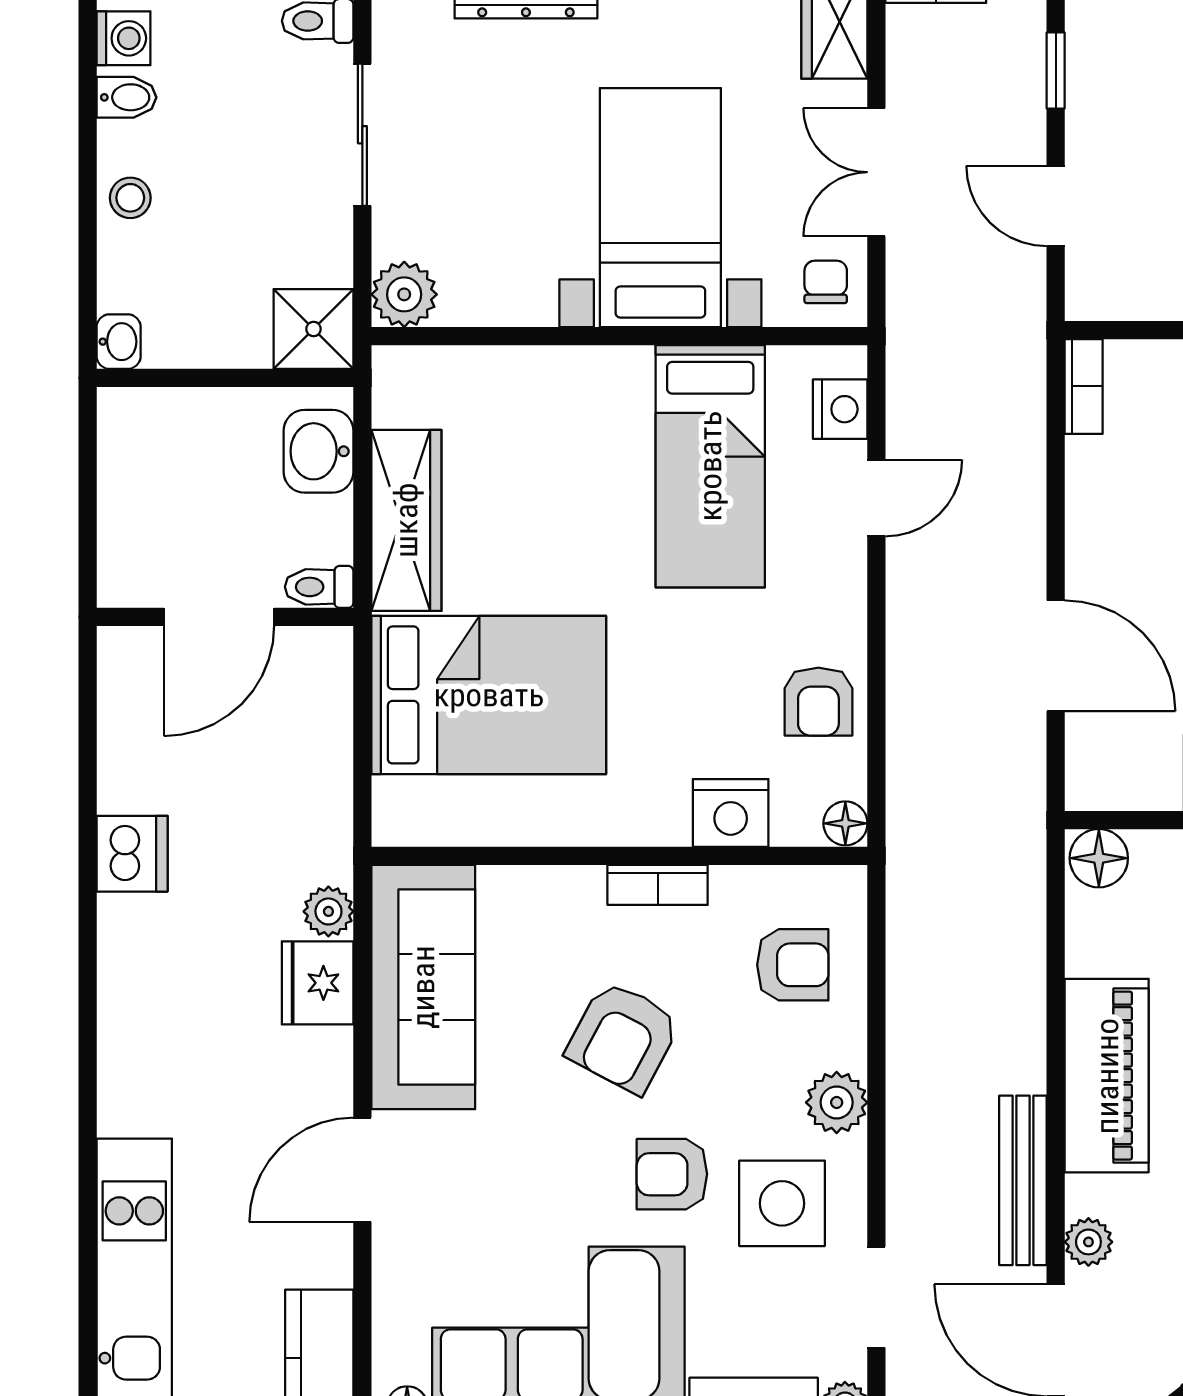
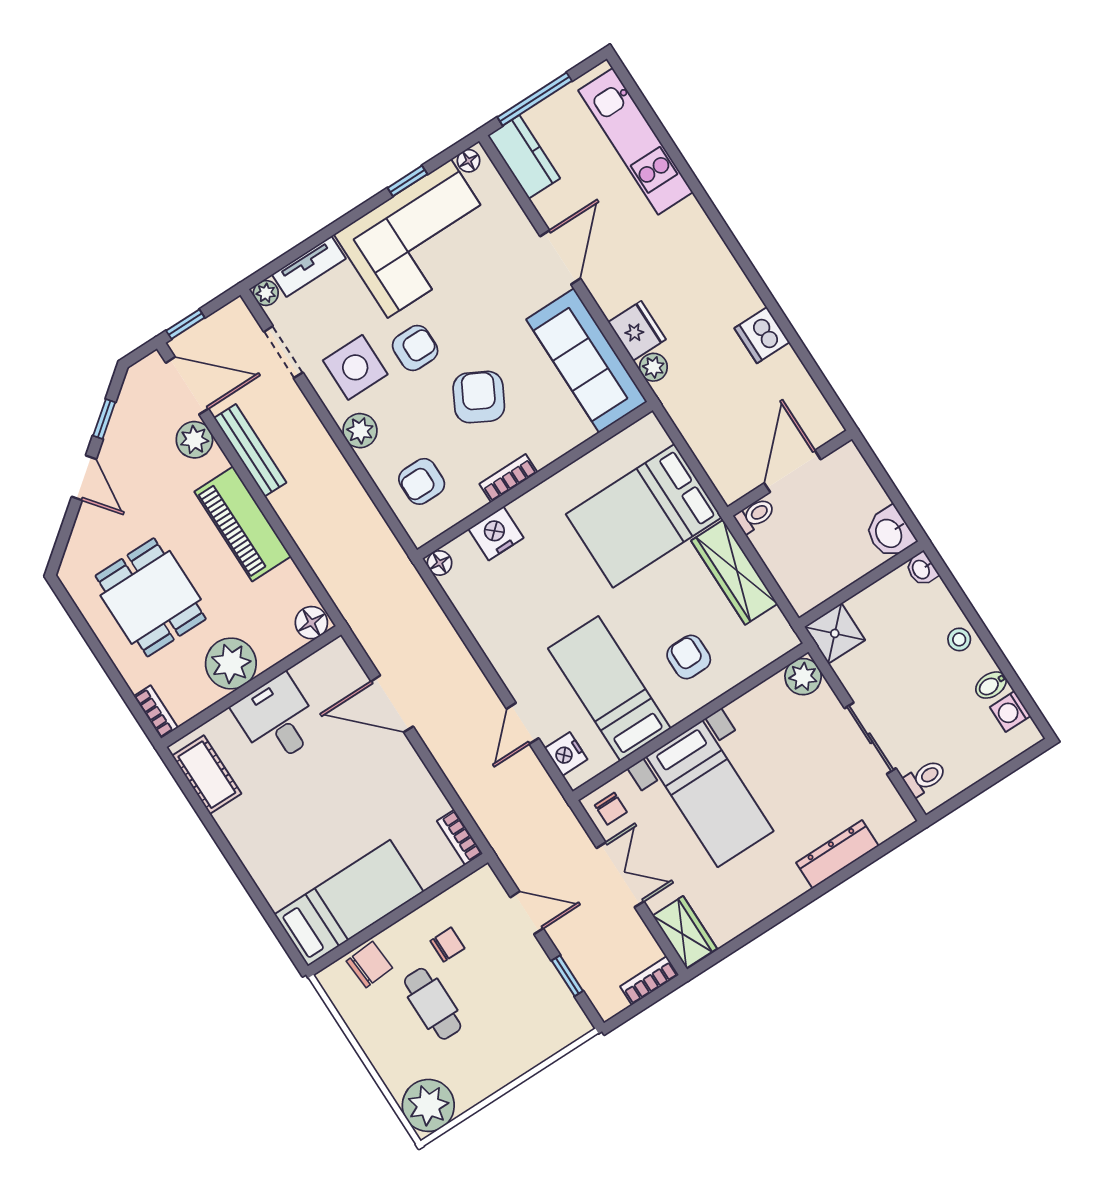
washbasin: (319, 451) -> (890, 533), moved, turned 180
armchair: (818, 702) -> (689, 657), moved
plant: (1088, 1242) -> (194, 440), width x1.38, depth x1.38

